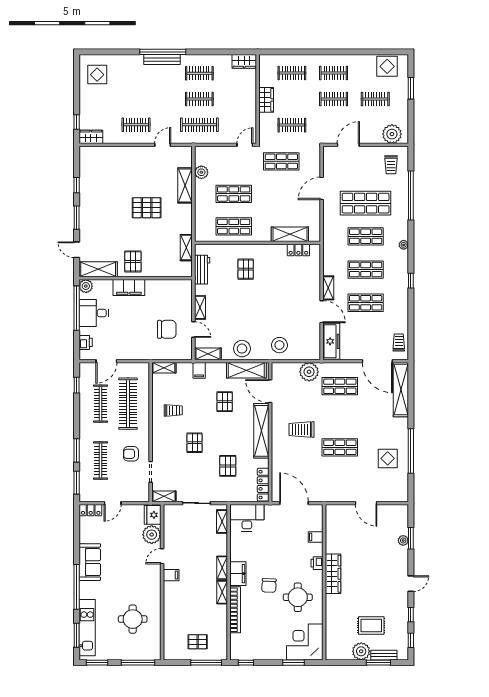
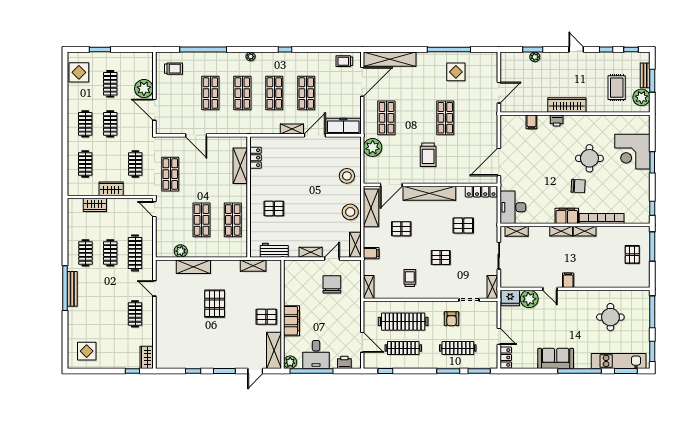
wardrobe: (244, 61) -> (95, 205), moved, turned 90
plant: (392, 134) -> (144, 89), moved
shop shelf: (366, 203) -> (210, 93), width x0.70, depth x0.74
filing cabinet: (316, 537) -> (531, 122), moved
printer: (317, 563) -> (557, 120), moved
wardrobe: (333, 574) -> (567, 105), moved
wall: (324, 582) -> (575, 114), moved

